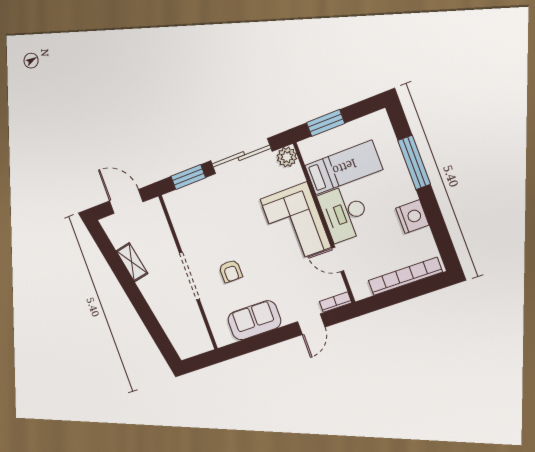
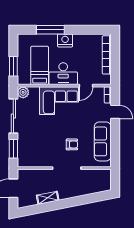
nightstand: (412, 217) -> (65, 40), moved
sofa: (254, 320) -> (103, 141), width x1.36

